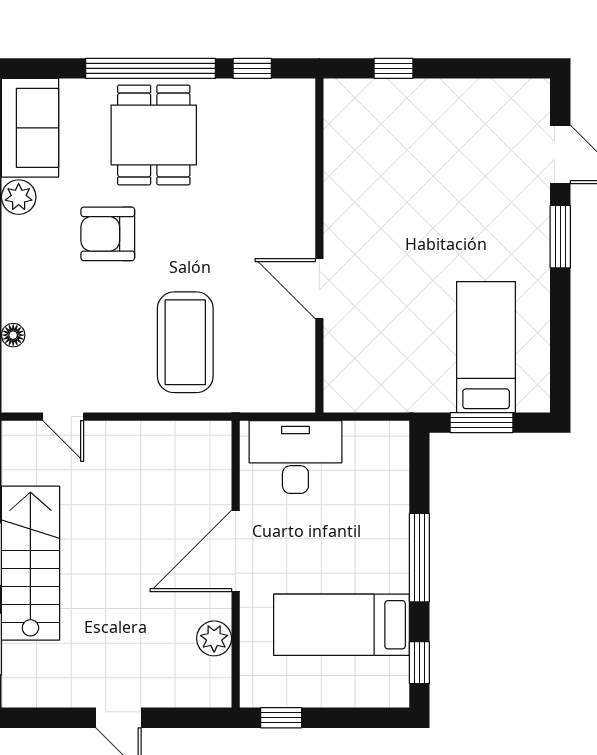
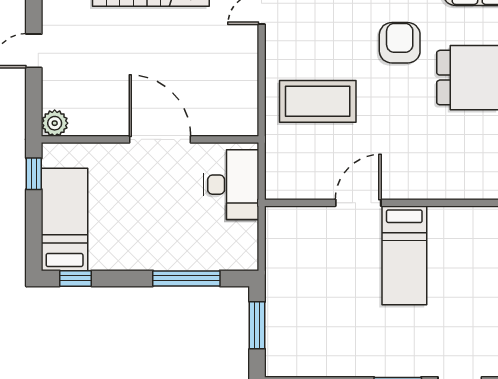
bed: (486, 347) -> (404, 255), moved, turned 90
window: (419, 558) -> (186, 278), moved
bed: (341, 625) -> (65, 219), moved
plant: (214, 638) -> (55, 123), moved

